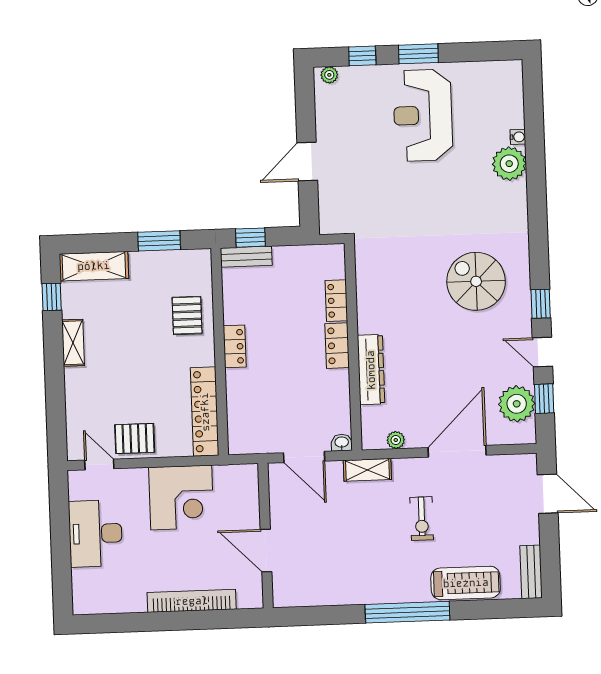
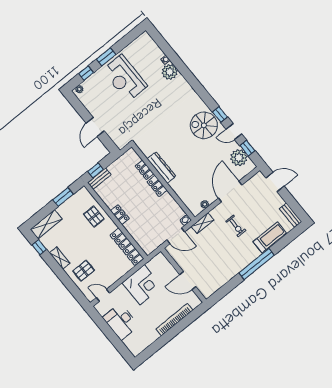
spiral stairs: (476, 281) -> (204, 125), moved
dresser: (371, 370) -> (162, 167), moved
pallet: (135, 439) -> (84, 271), moved

